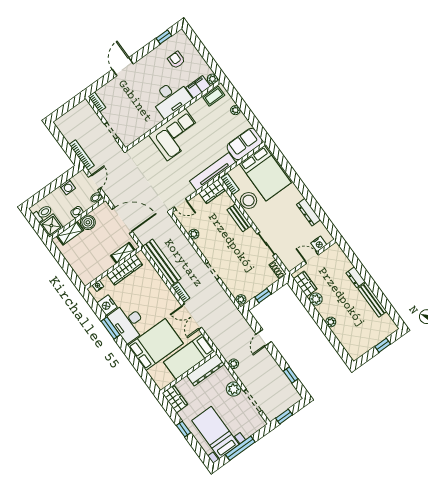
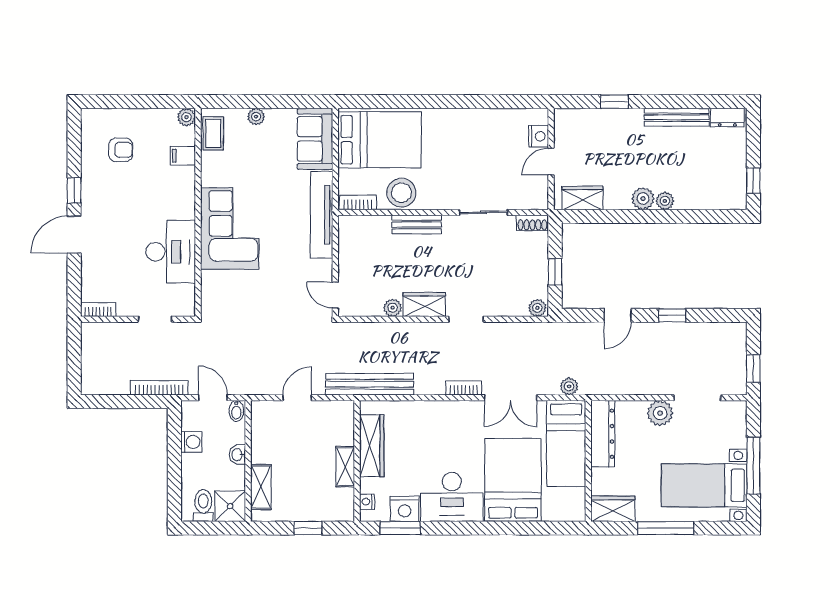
window: (164, 37) -> (74, 190), moved
armchair: (176, 60) -> (121, 150), turned 180
door: (123, 67) -> (74, 235), hinge flipped
filing cabinet: (198, 87) -> (183, 156), width x0.50
desk: (171, 98) -> (171, 252), moved
wardrobe: (212, 191) -> (424, 304), moved, turned -90
door: (181, 204) -> (335, 295), swing flipped
dresser: (309, 212) -> (482, 118), removed
door: (122, 220) -> (297, 398), width x0.53
boiler: (88, 222) -> (264, 450), removed
shelving: (123, 253) -> (345, 467), moved
bench: (162, 262) -> (370, 384), moved
window: (359, 267) -> (614, 102), added
window: (67, 268) -> (308, 528), added
dresser: (356, 277) -> (727, 118), moved
plant: (316, 299) -> (643, 199), moved
window: (110, 328) -> (400, 528), moved
door: (264, 338) -> (618, 315), hinge flipped
window: (383, 345) -> (753, 181), moved
plant: (234, 364) -> (569, 386), moved
window: (291, 375) -> (672, 315), moved
window: (184, 429) -> (665, 528), width x2.17

